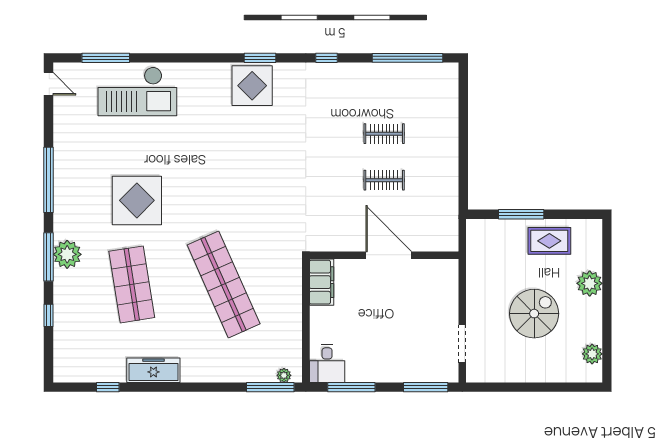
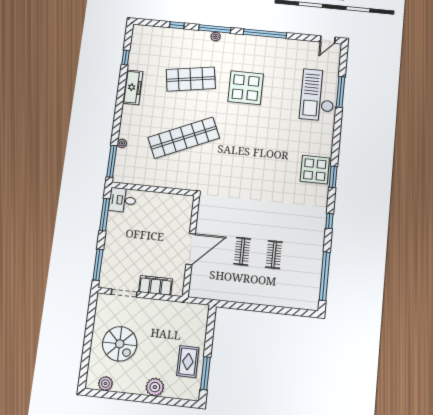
window: (106, 58) -> (340, 92), moved
window: (521, 214) -> (205, 373), moved
plant: (67, 254) -> (216, 36), width x0.53, depth x0.53
filing cabinet: (322, 282) -> (156, 285), moved, turned 180
spiral stairs: (534, 314) -> (120, 344), moved
plant: (284, 375) -> (122, 143), moved

